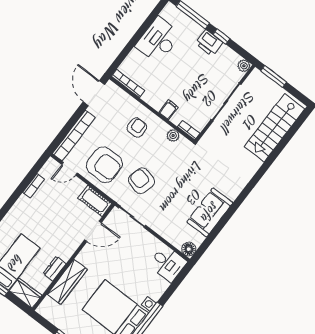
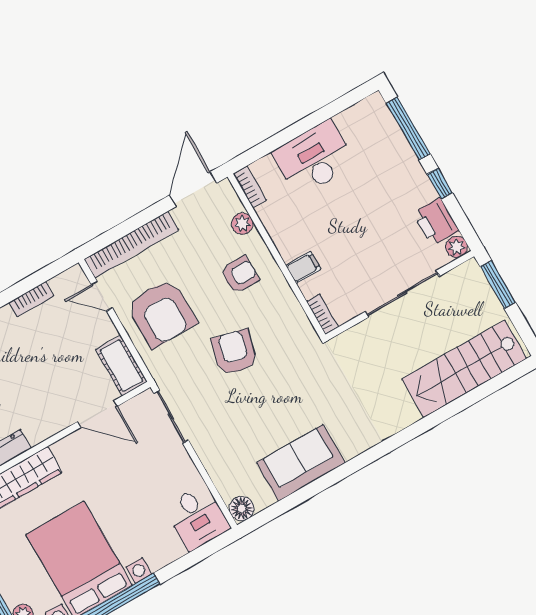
desk: (158, 40) -> (314, 158), moved
printer: (209, 43) -> (436, 222), moved
bookcase: (128, 83) -> (250, 187), width x0.64
plant: (173, 136) -> (242, 224), moved
armchair: (141, 181) -> (234, 352), moved

